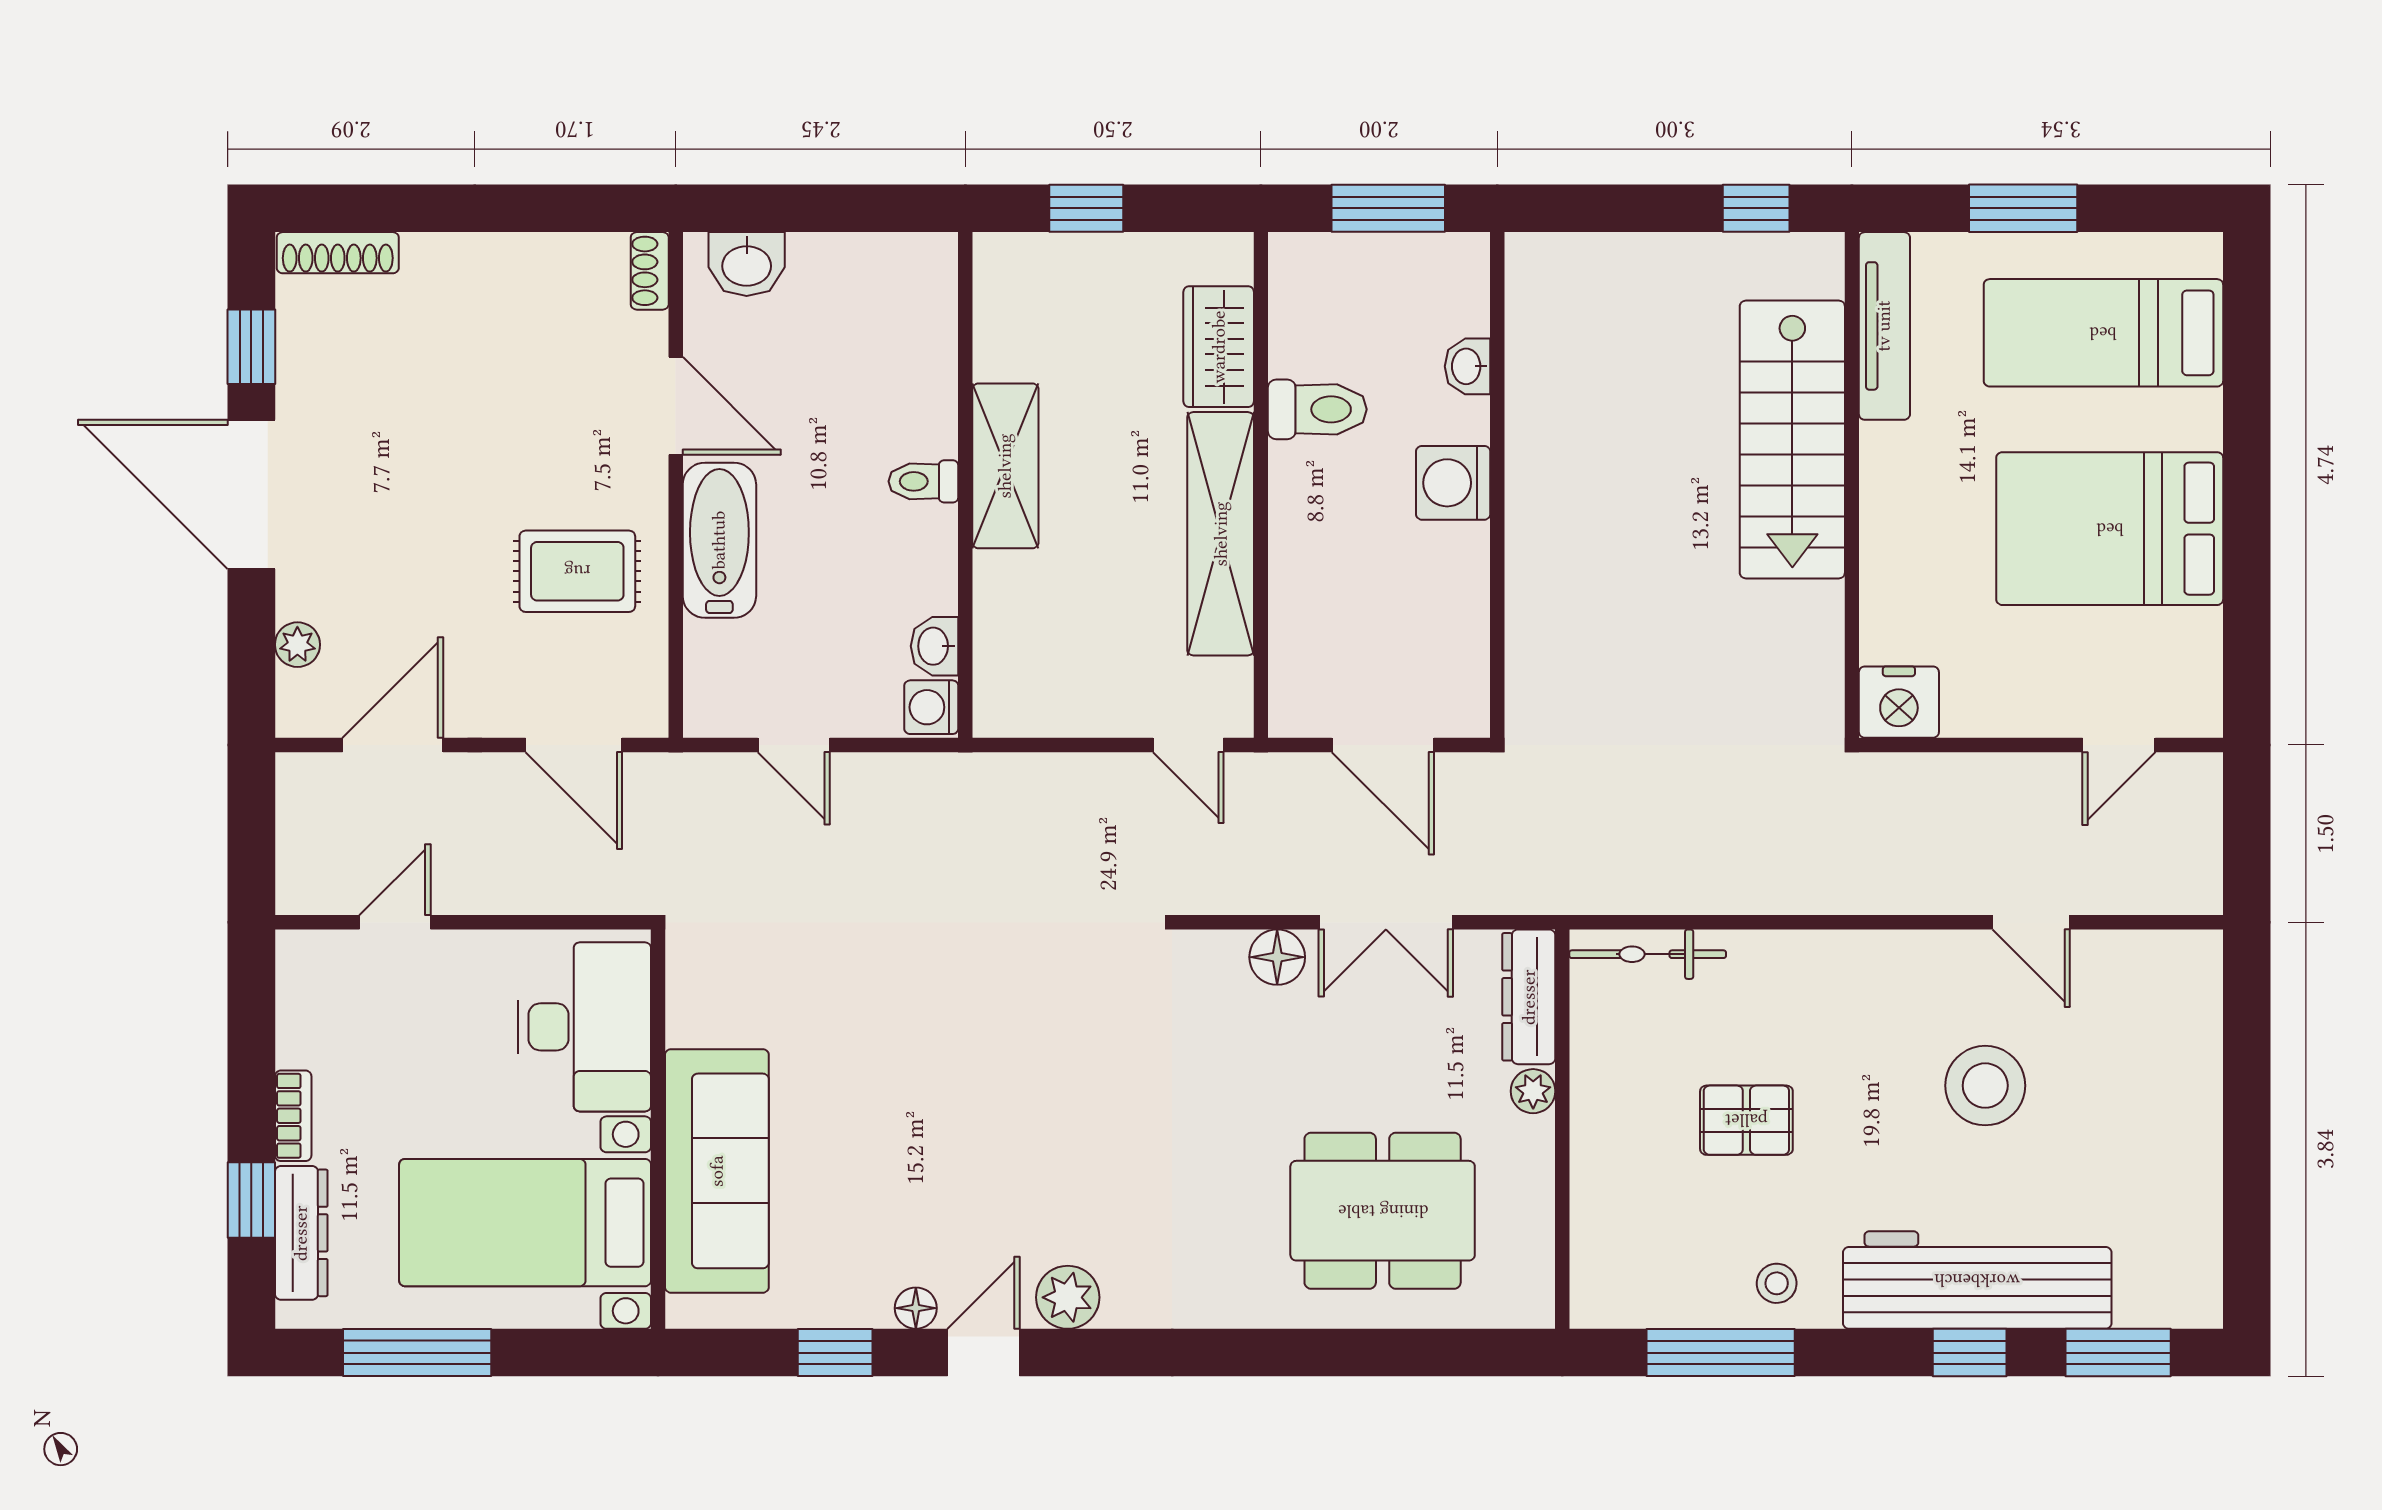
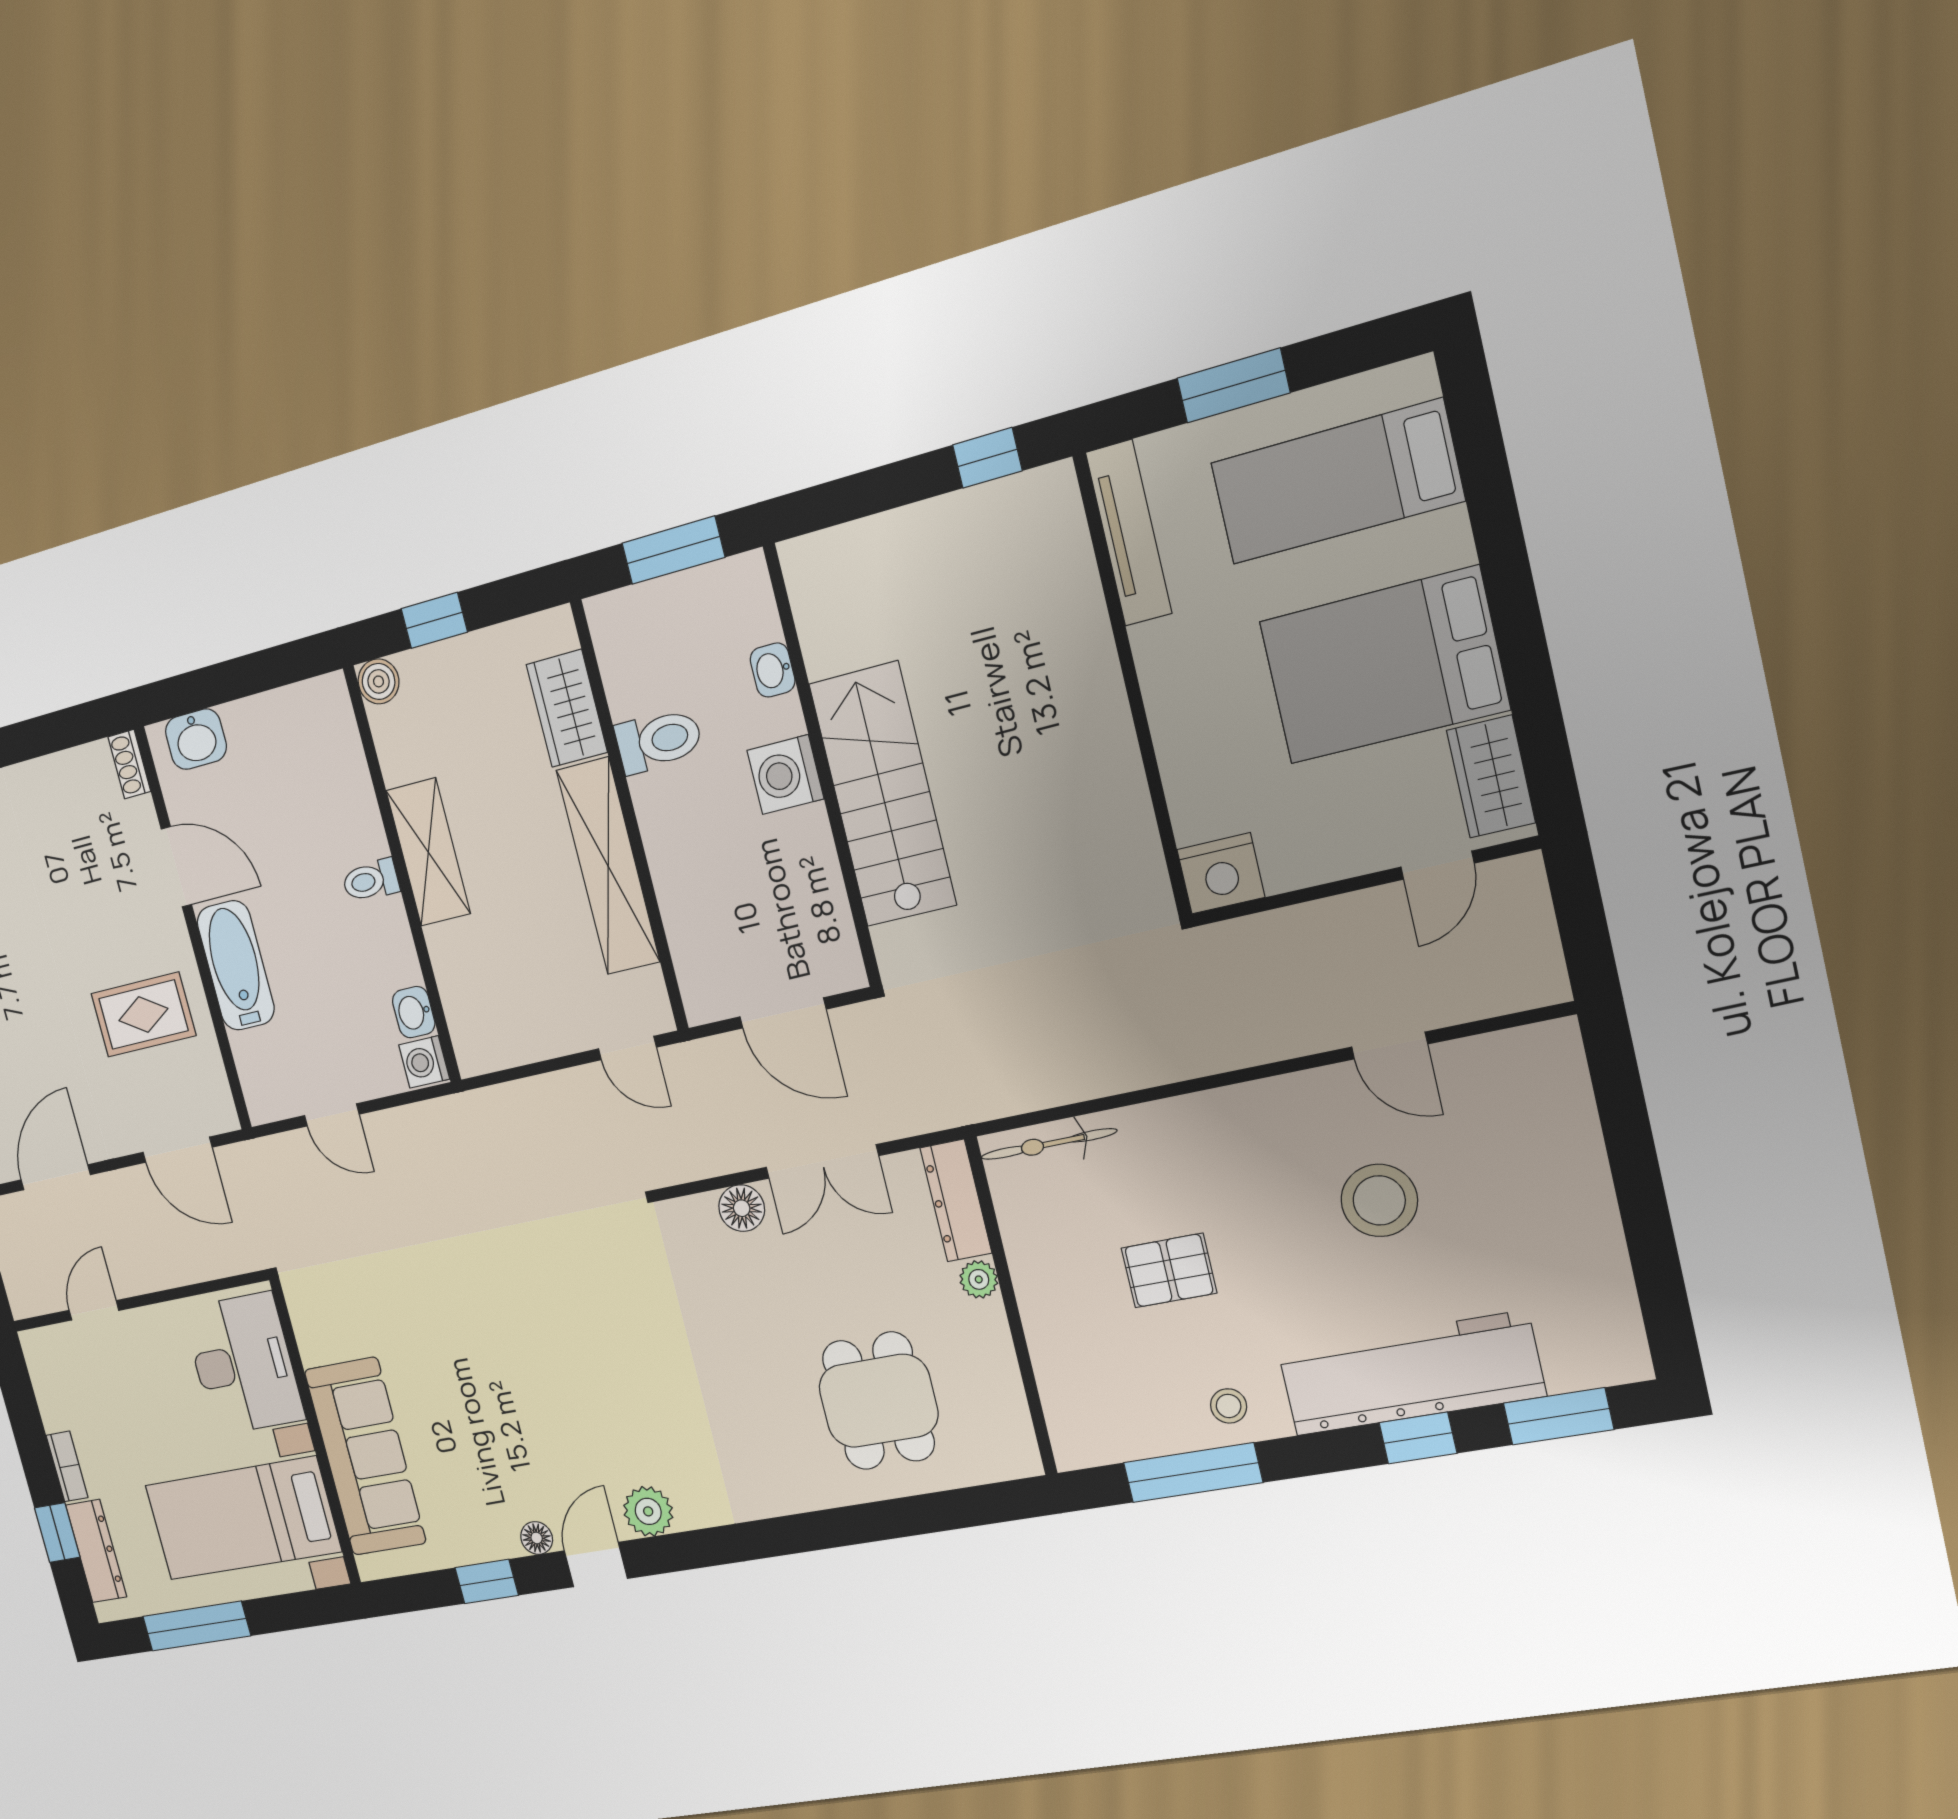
boiler: (999, 258) -> (379, 681), added
stairs: (1792, 439) -> (883, 795), moved, turned 180
wardrobe: (2190, 667) -> (1491, 777), added
dining table: (1383, 1211) -> (878, 1401), width x0.73

